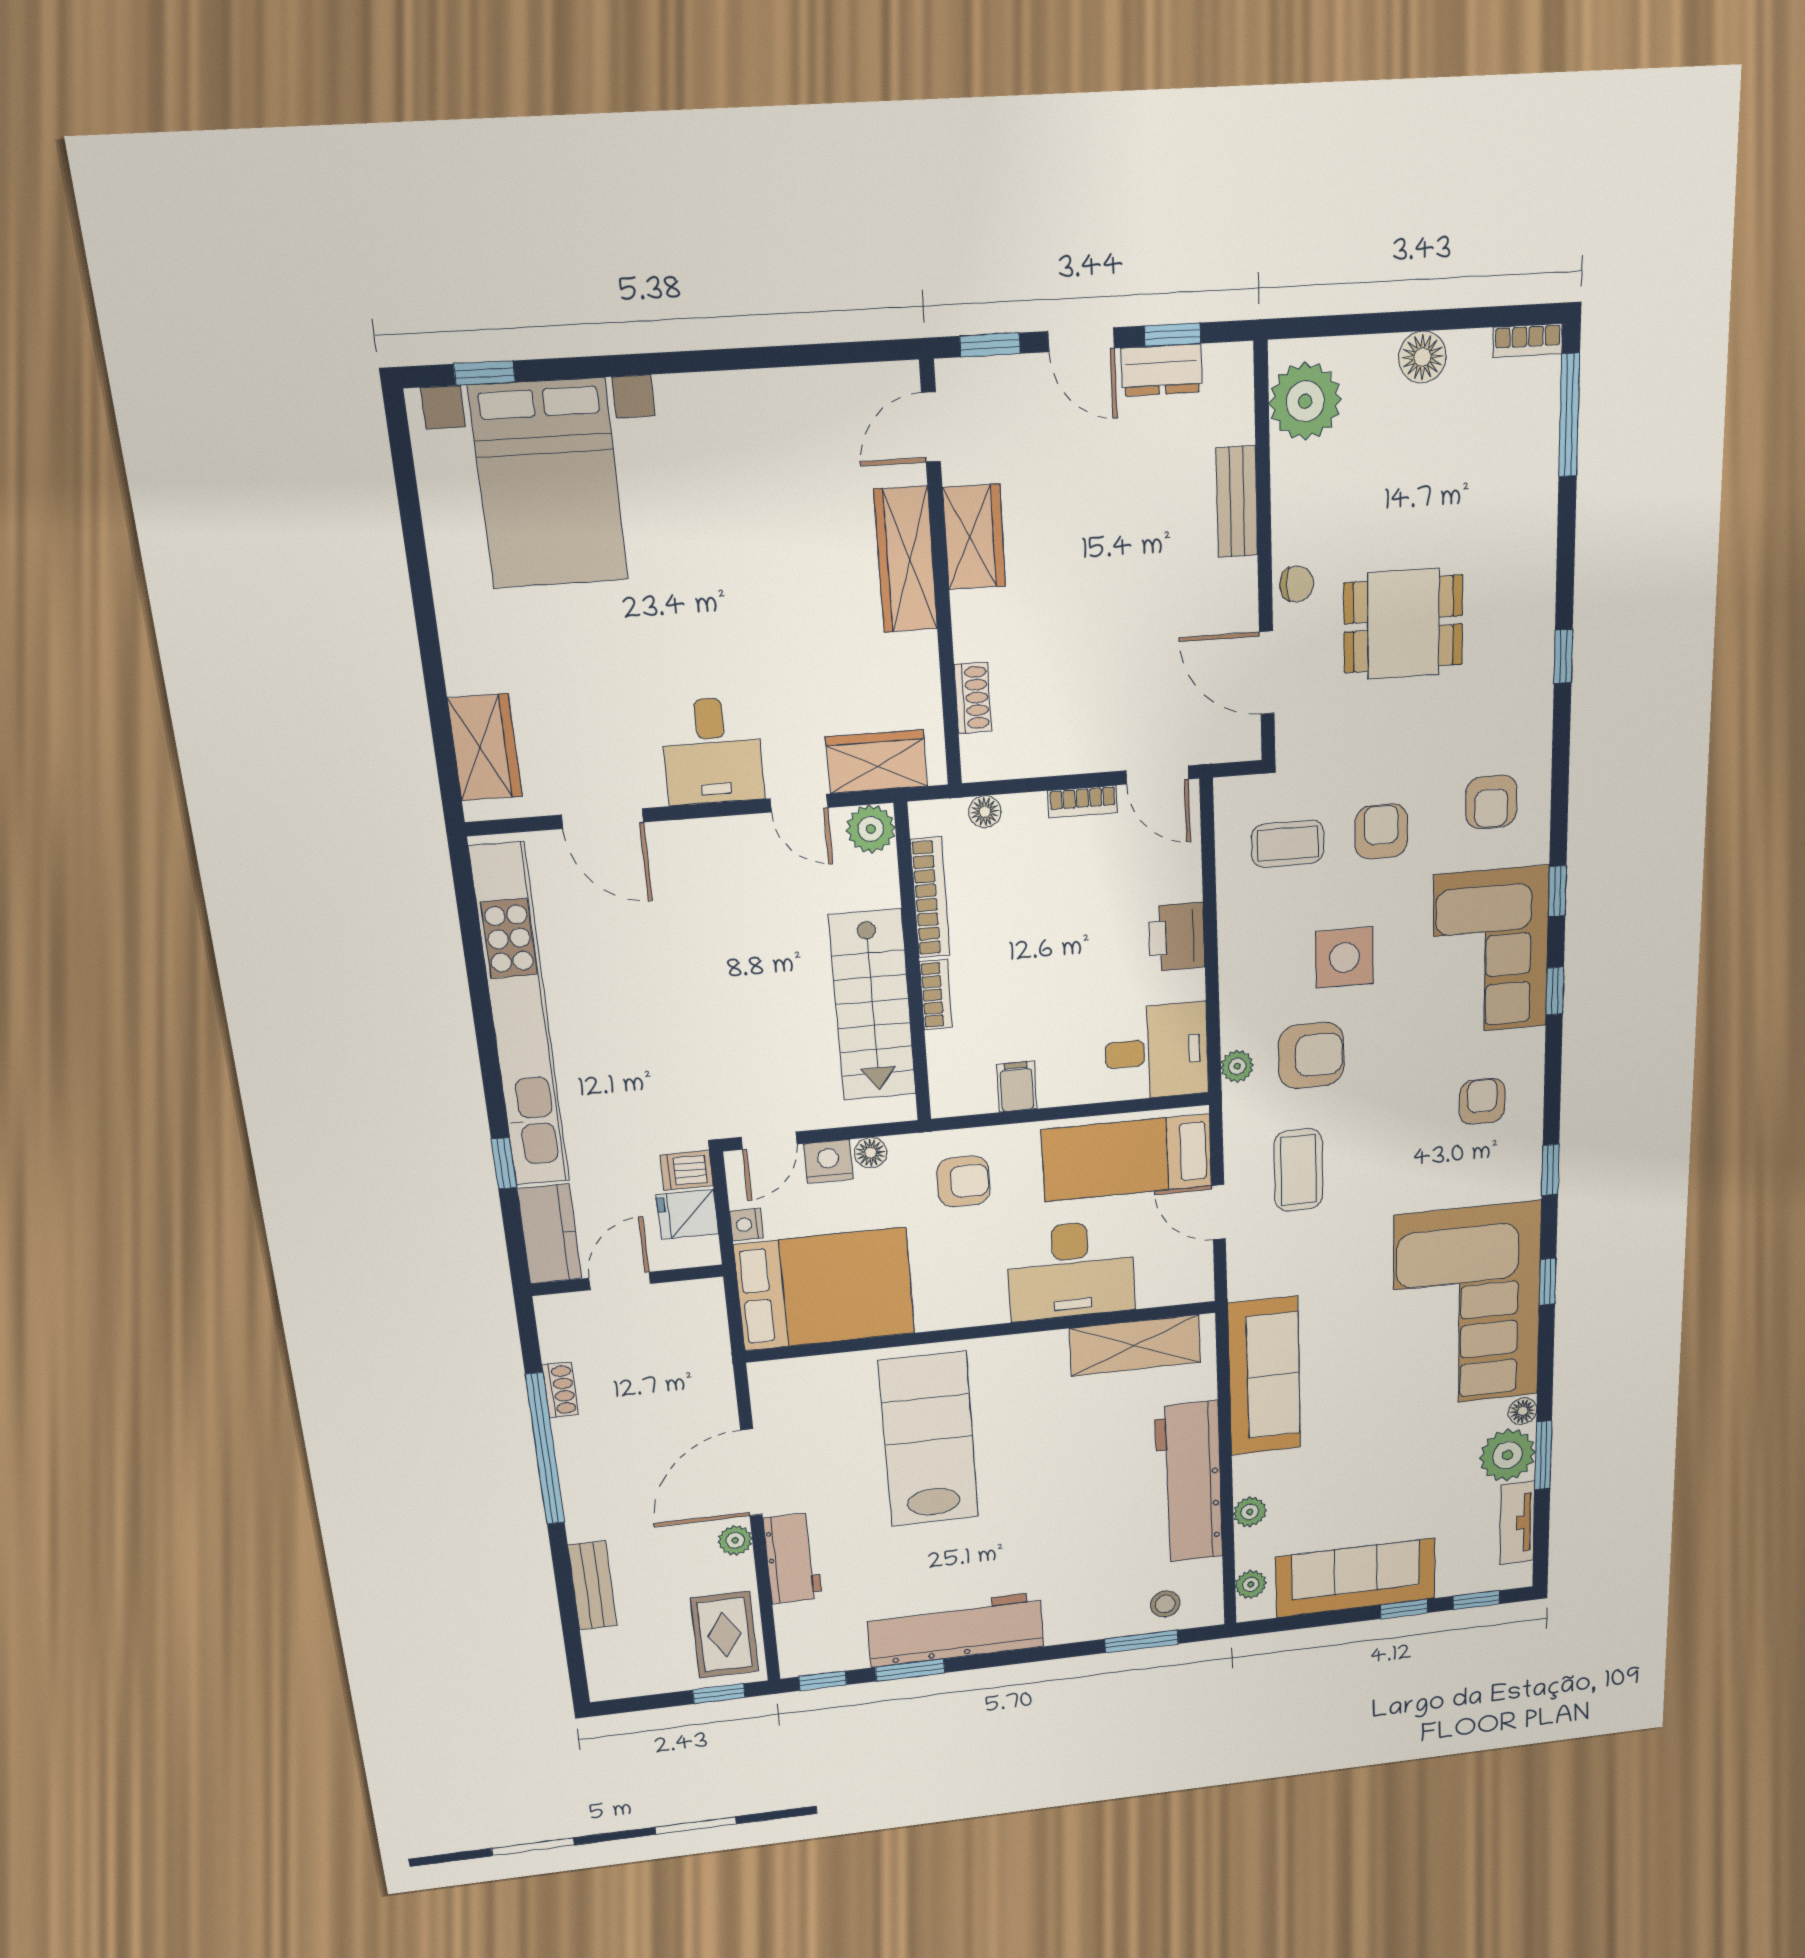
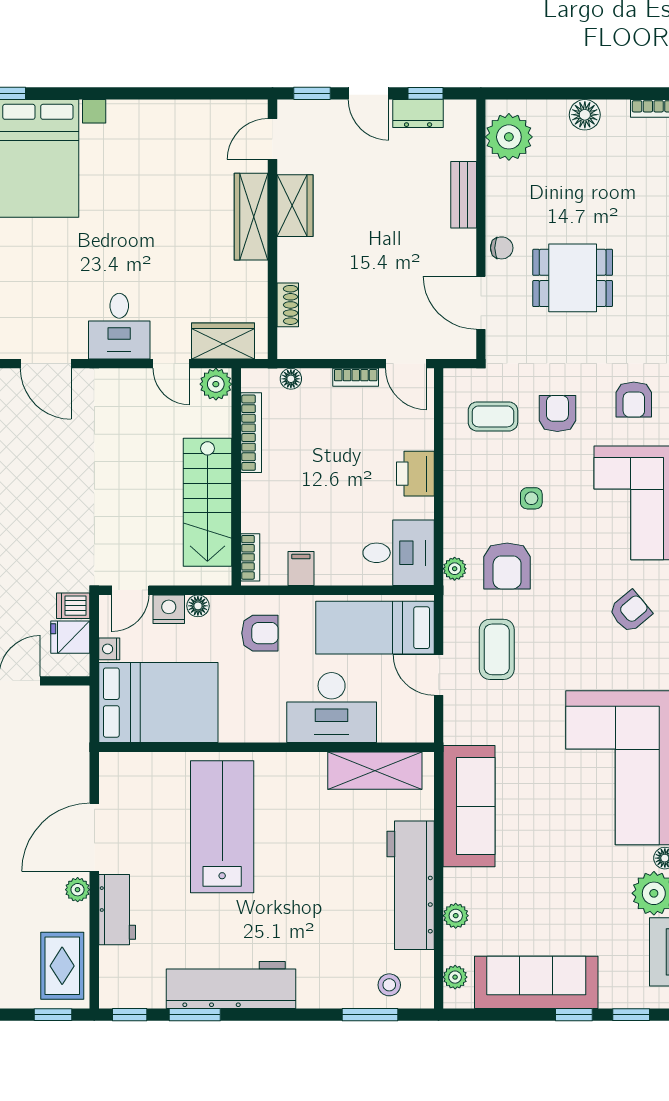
side table: (1344, 958) -> (531, 498), width x0.54, depth x0.54
bookcase: (936, 995) -> (250, 557), moved
armchair: (1311, 1055) -> (507, 566), turned 90
armchair: (1482, 1101) -> (630, 612), turned 50

